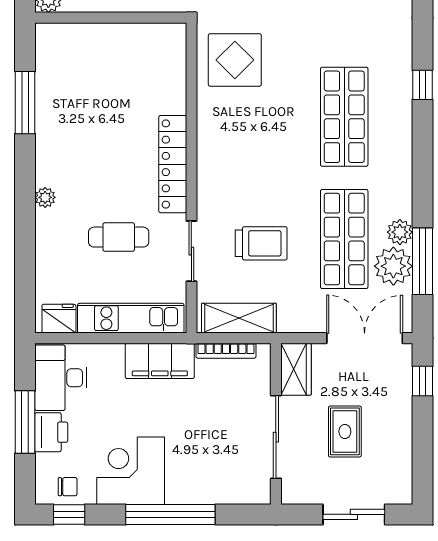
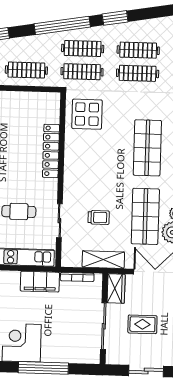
locker: (173, 164) -> (51, 151), moved
trolley: (261, 243) -> (99, 217), width x0.73, depth x0.72
shelving: (239, 318) -> (103, 260), moved
rug: (345, 431) -> (142, 324), turned 90

